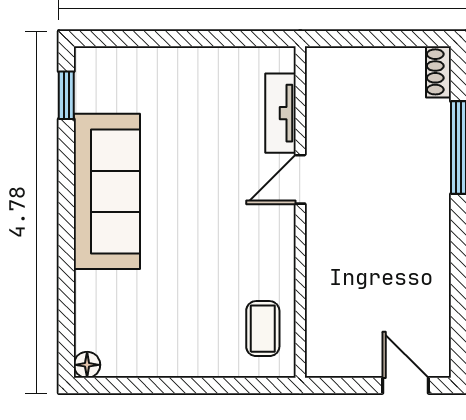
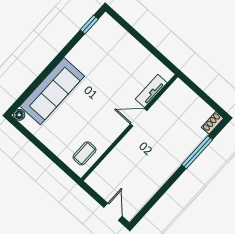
sofa: (107, 191) -> (52, 91), moved

